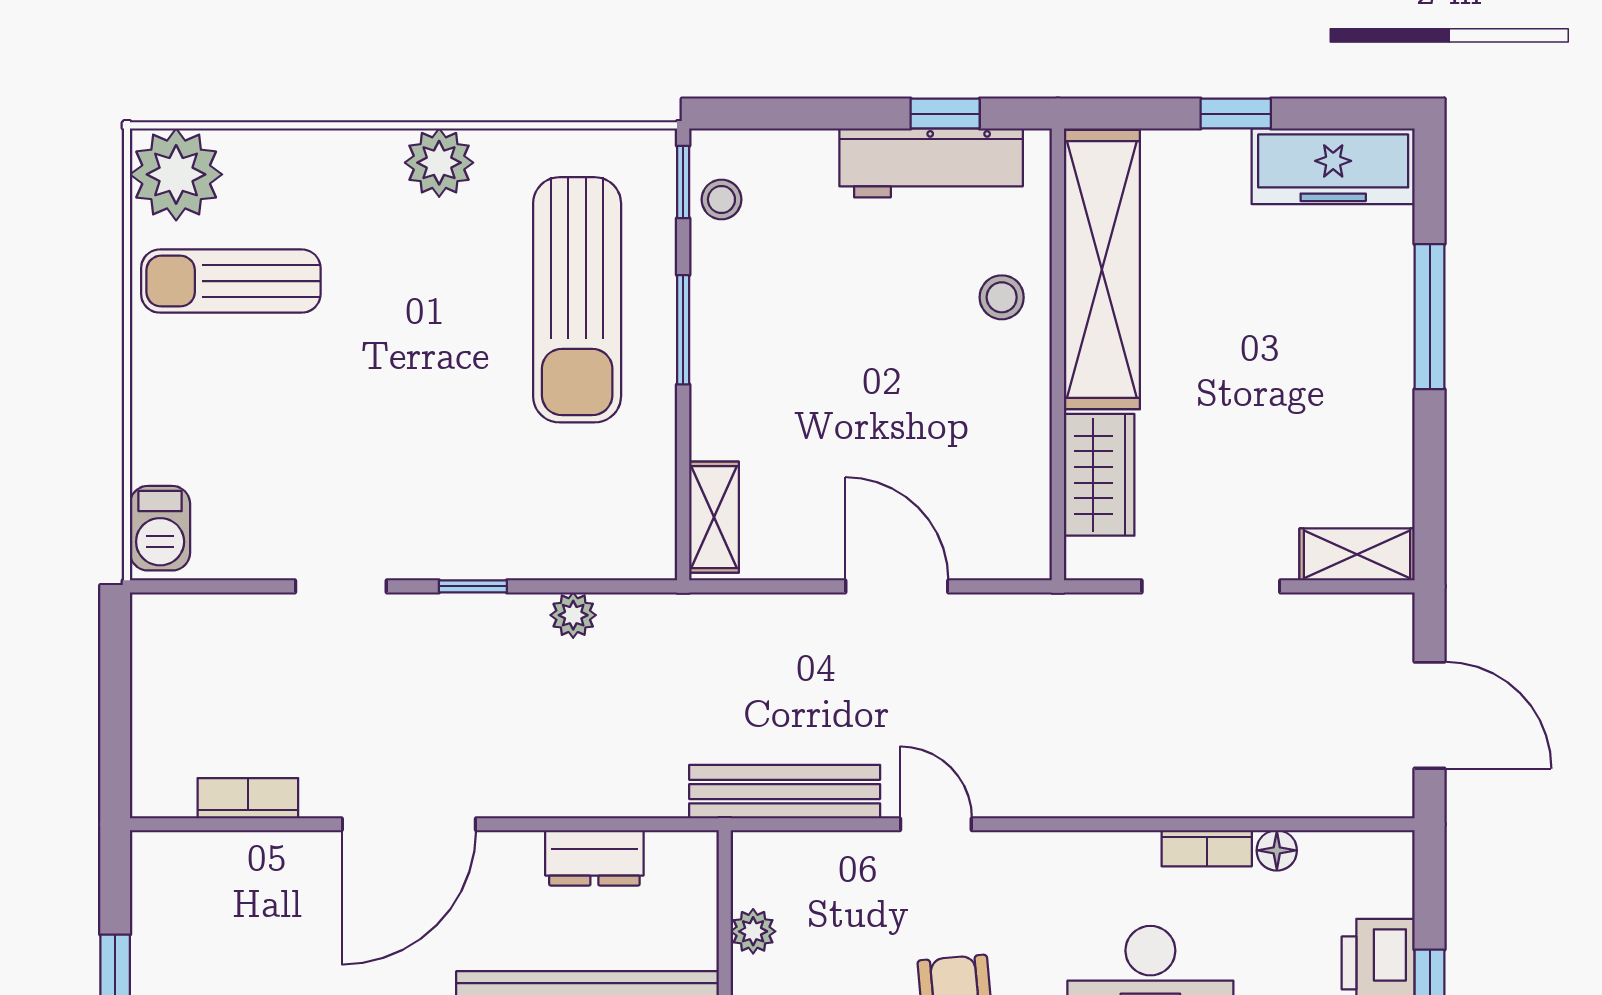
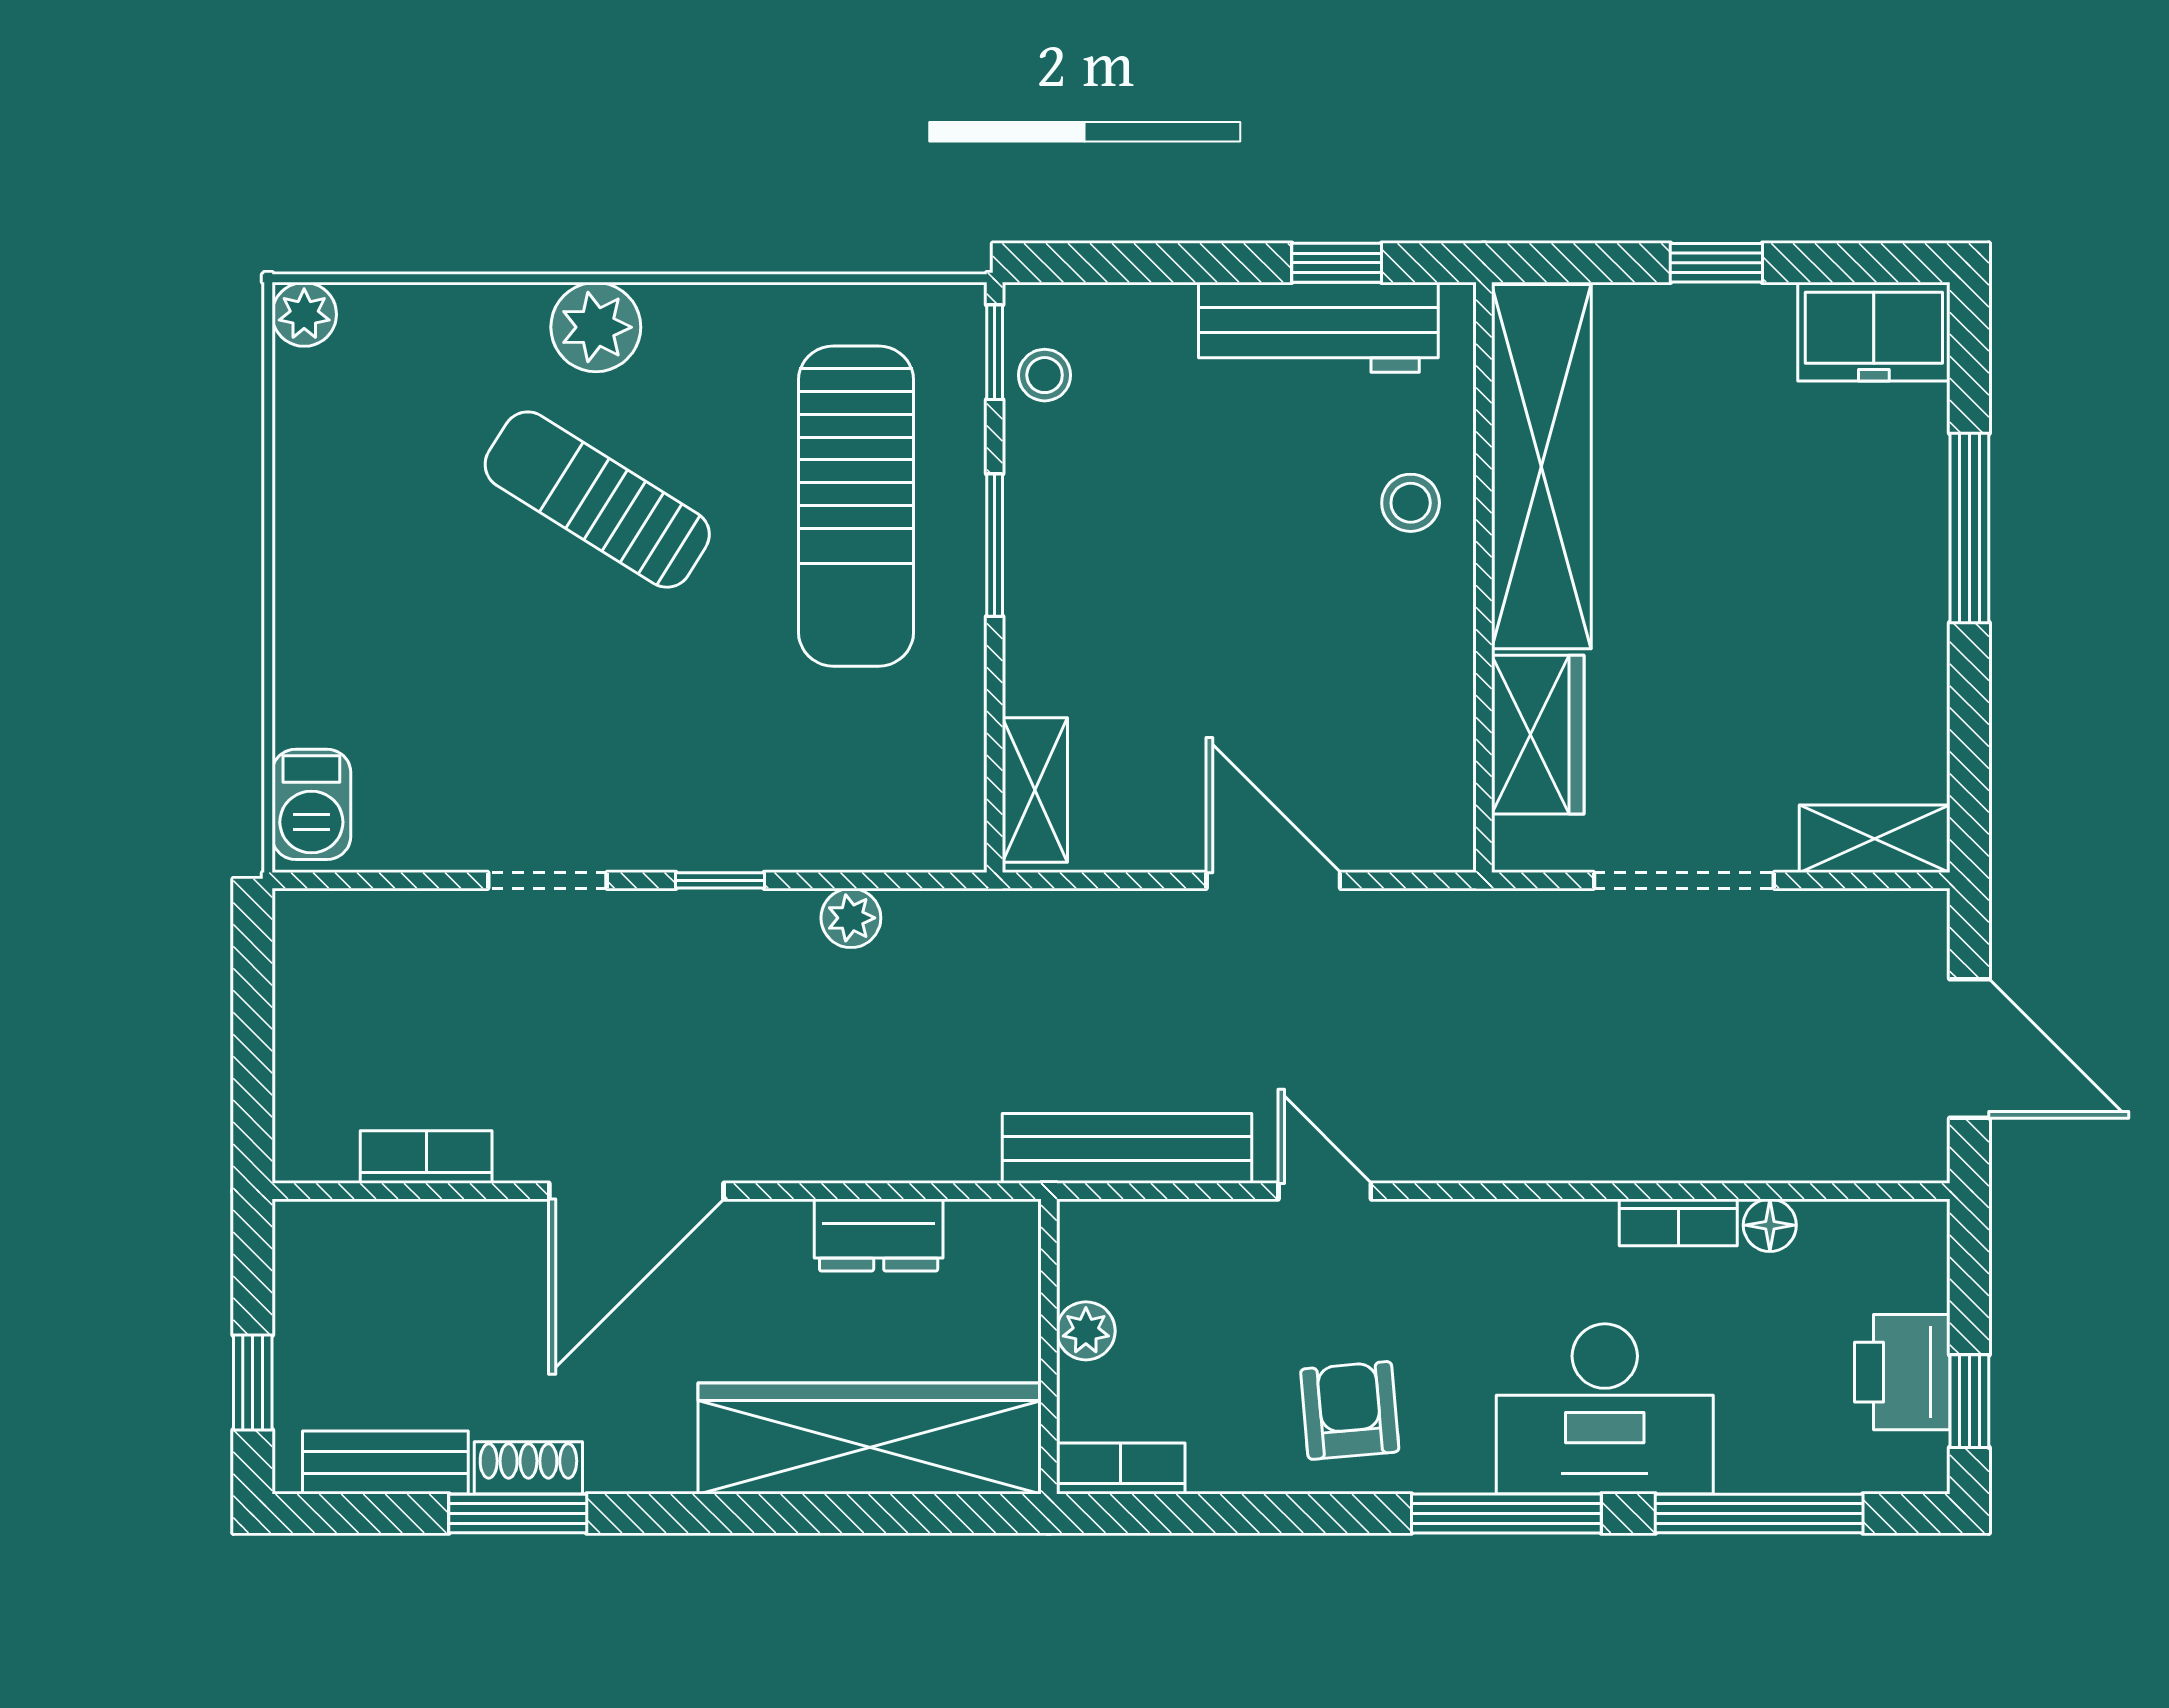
plant: (439, 163) -> (596, 327), moved
freezer: (1333, 166) -> (1874, 332), width x0.71
plant: (176, 174) -> (304, 314), width x0.53, depth x0.53
sun lounger: (231, 281) -> (597, 500), moved, turned 32

